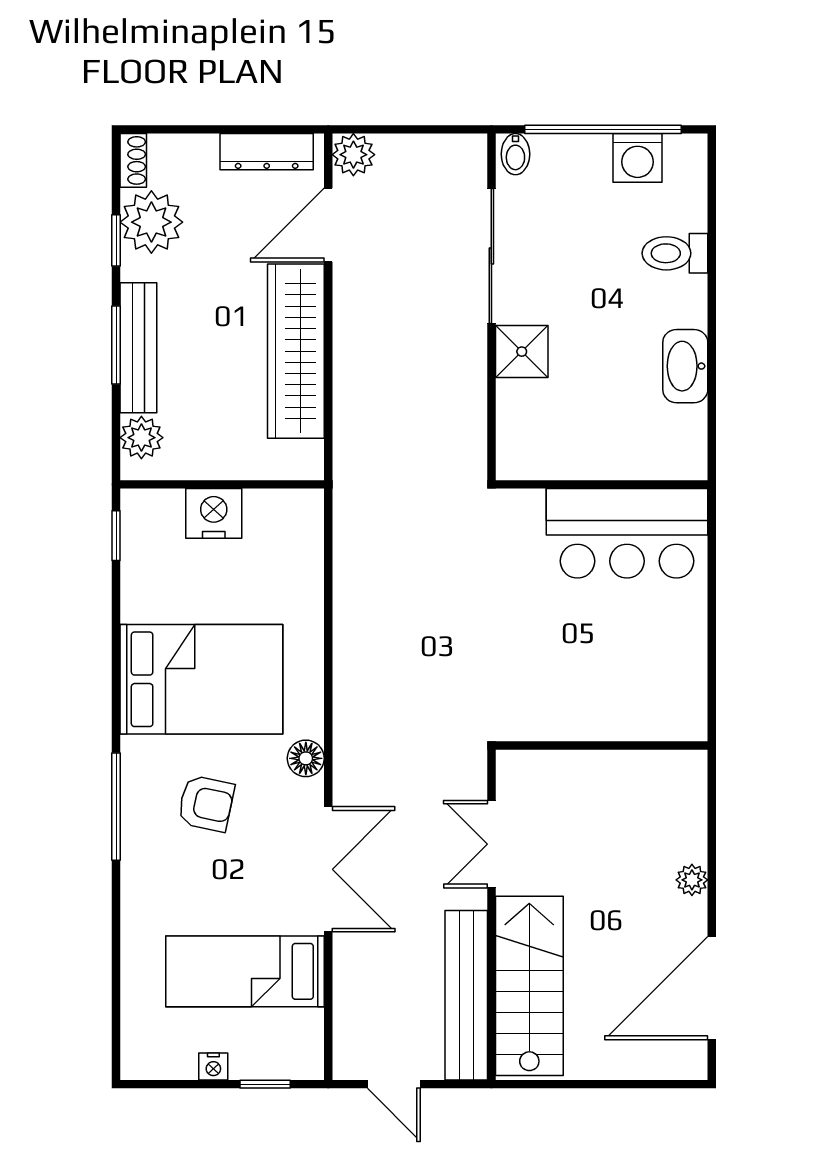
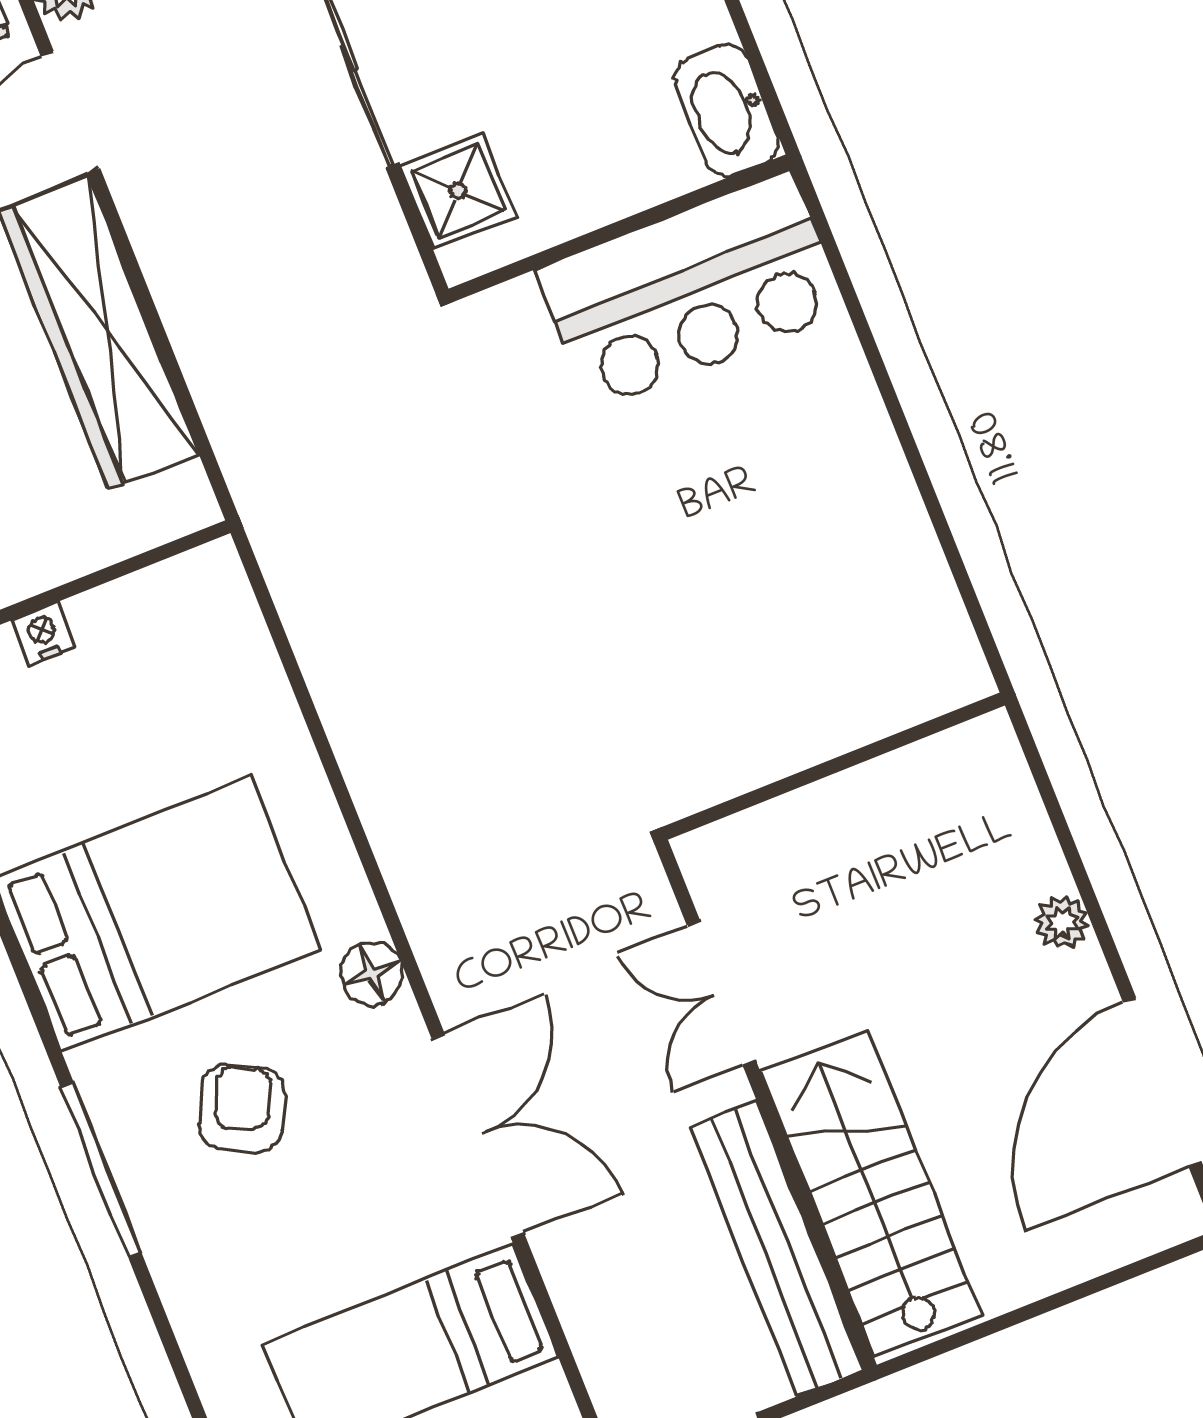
wall: (602, 484) -> (620, 228), moved
nightstand: (214, 513) -> (43, 633), width x0.53, depth x0.56
bar counter: (627, 533) -> (691, 290), moved
armchair: (206, 803) -> (242, 1108), turned -76

